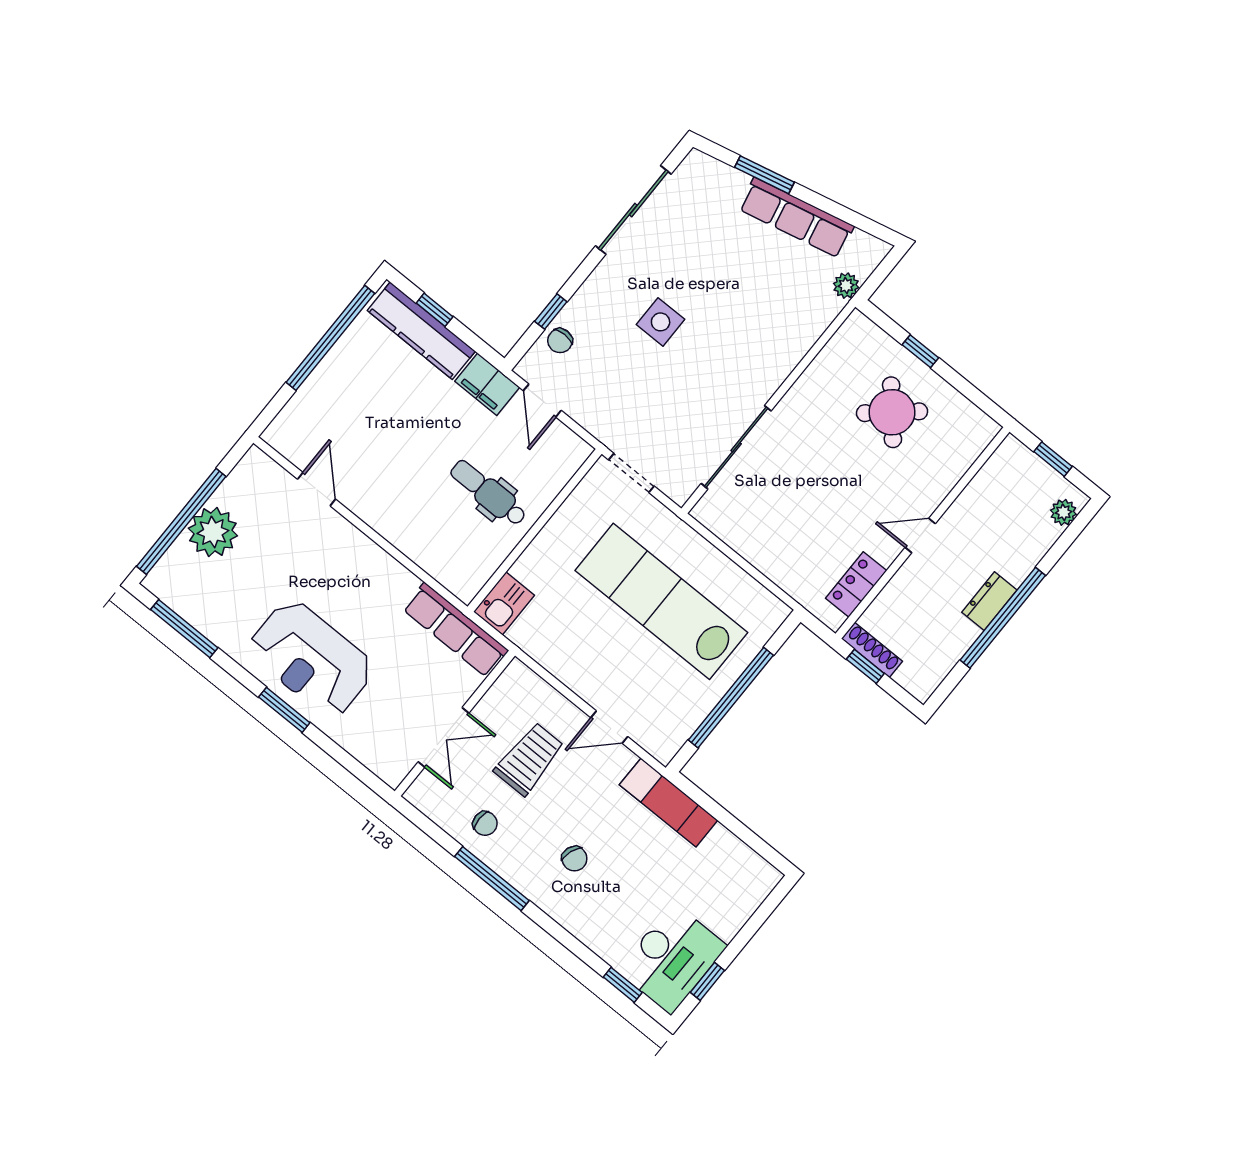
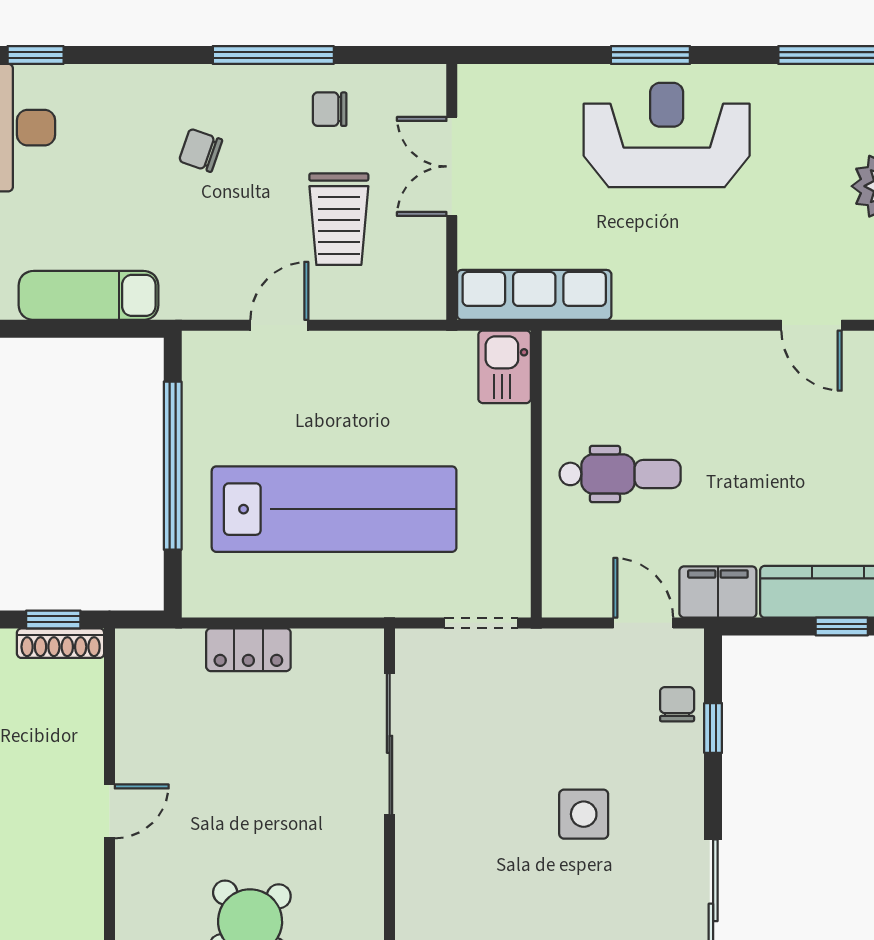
locker: (856, 584) -> (248, 650), moved, turned 90
exam couch: (669, 803) -> (88, 295), moved

